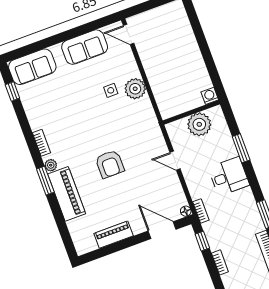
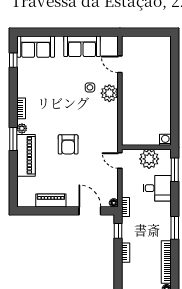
door: (129, 34) -> (120, 64), moved
washing machine: (210, 96) -> (165, 140), moved
wall: (191, 112) -> (146, 147), moved
plant: (199, 124) -> (149, 159), moved

